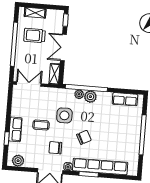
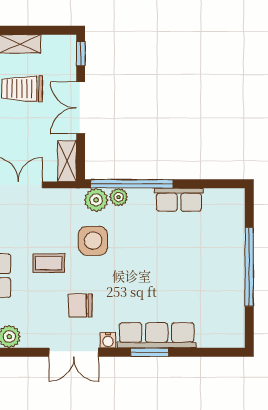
plant: (90, 97) -> (96, 200), moved
row of seats: (125, 99) -> (179, 200), moved
chair: (84, 137) -> (135, 281), removed
row of seats: (100, 167) -> (157, 335), width x0.73

